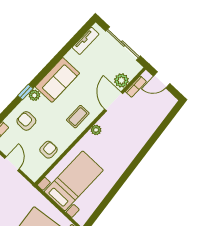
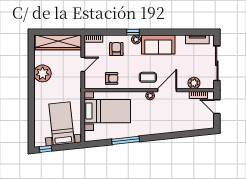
door: (114, 101) -> (167, 90), moved
window: (115, 189) -> (126, 140), added

